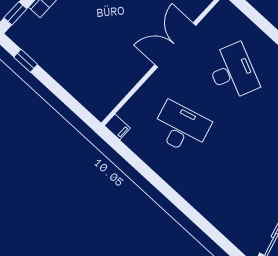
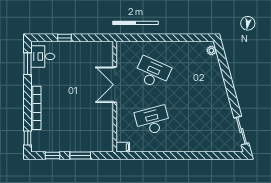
window: (58, 91) -> (80, 155), added

